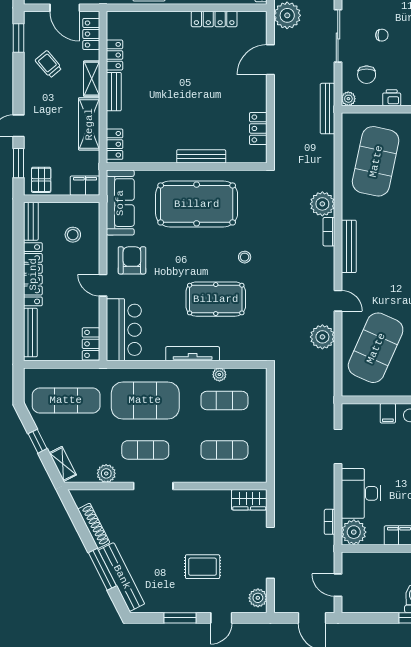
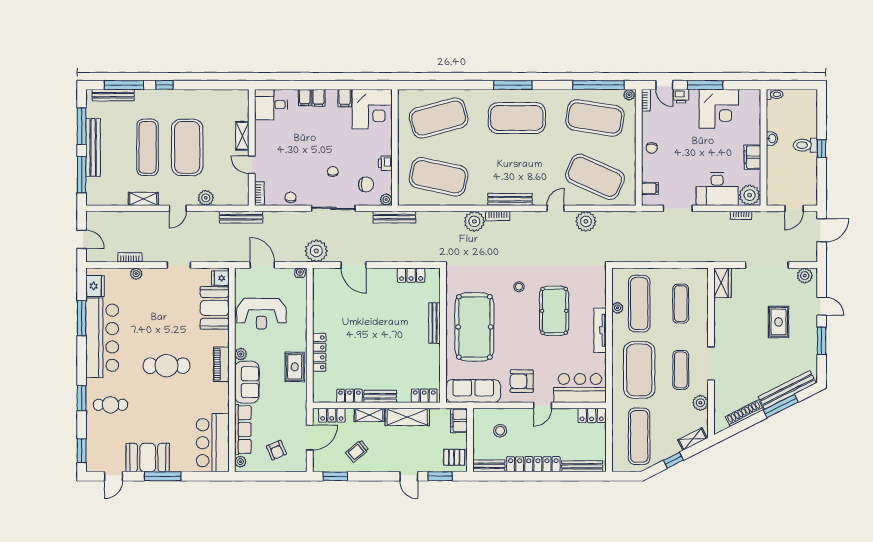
locker: (214, 19) -> (319, 352), moved
exercise mat: (224, 400) -> (639, 304), width x1.36, depth x1.45
filing cabinet: (388, 413) -> (650, 188), moved

